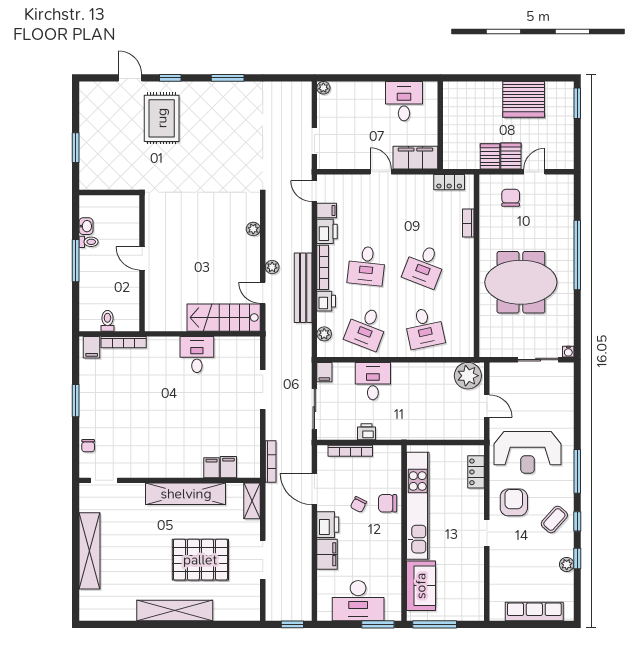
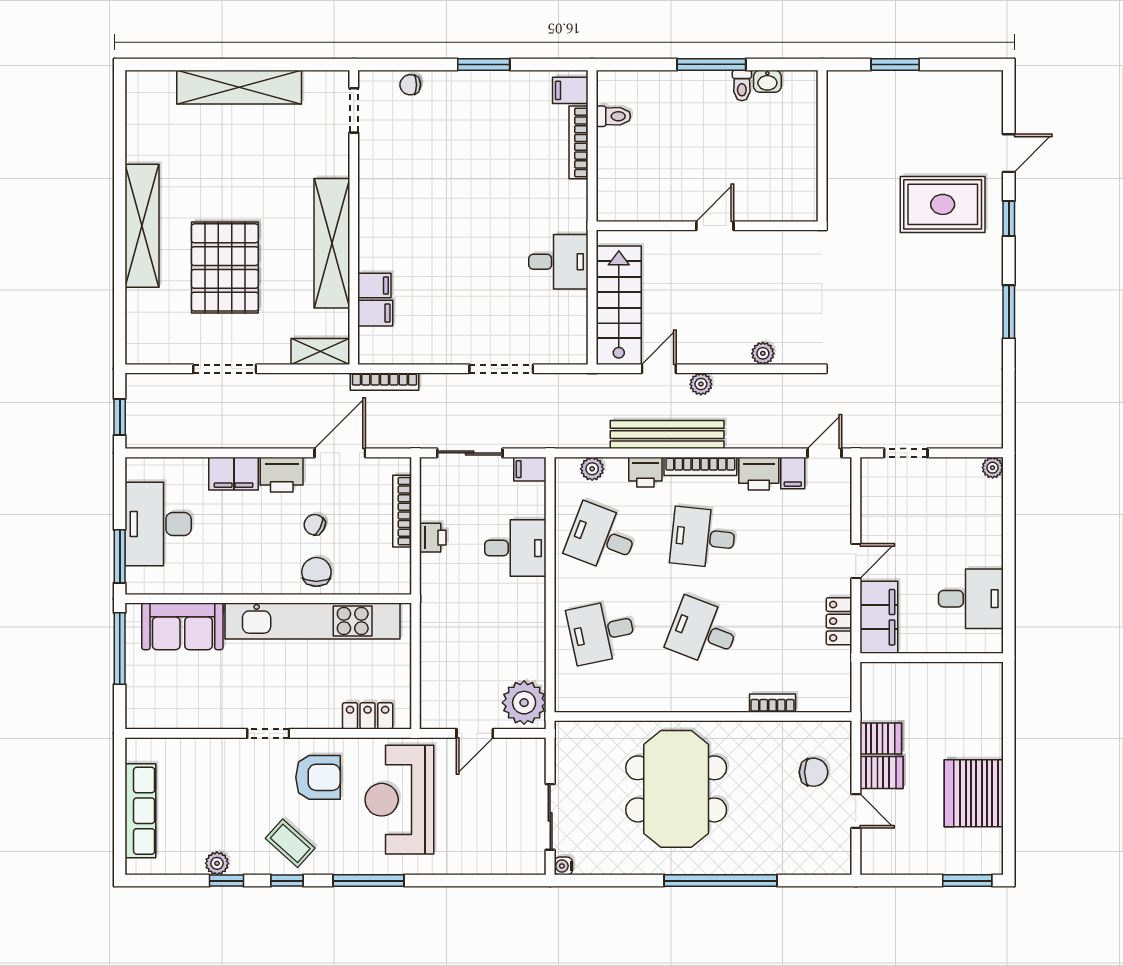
locker: (449, 182) -> (839, 621), moved
door: (142, 258) -> (715, 226), moved
wall: (142, 263) -> (707, 226), moved

